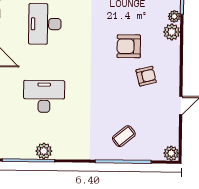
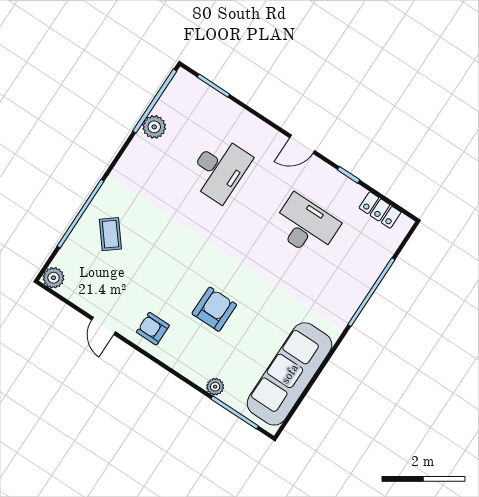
plant: (172, 32) -> (198, 372), removed
armchair: (146, 76) -> (153, 329), moved, turned 104

